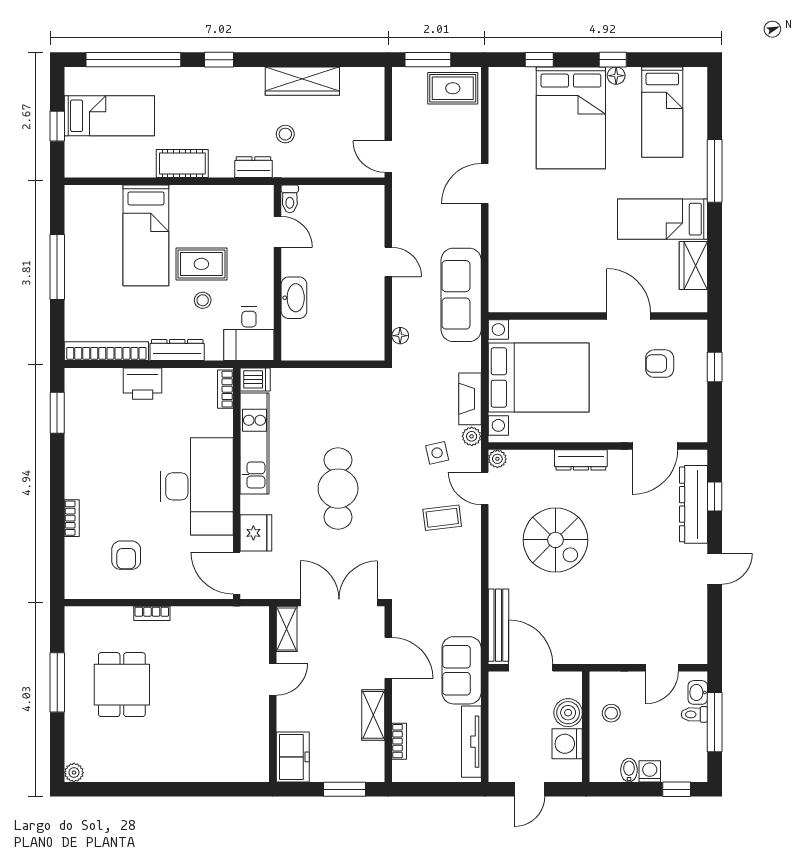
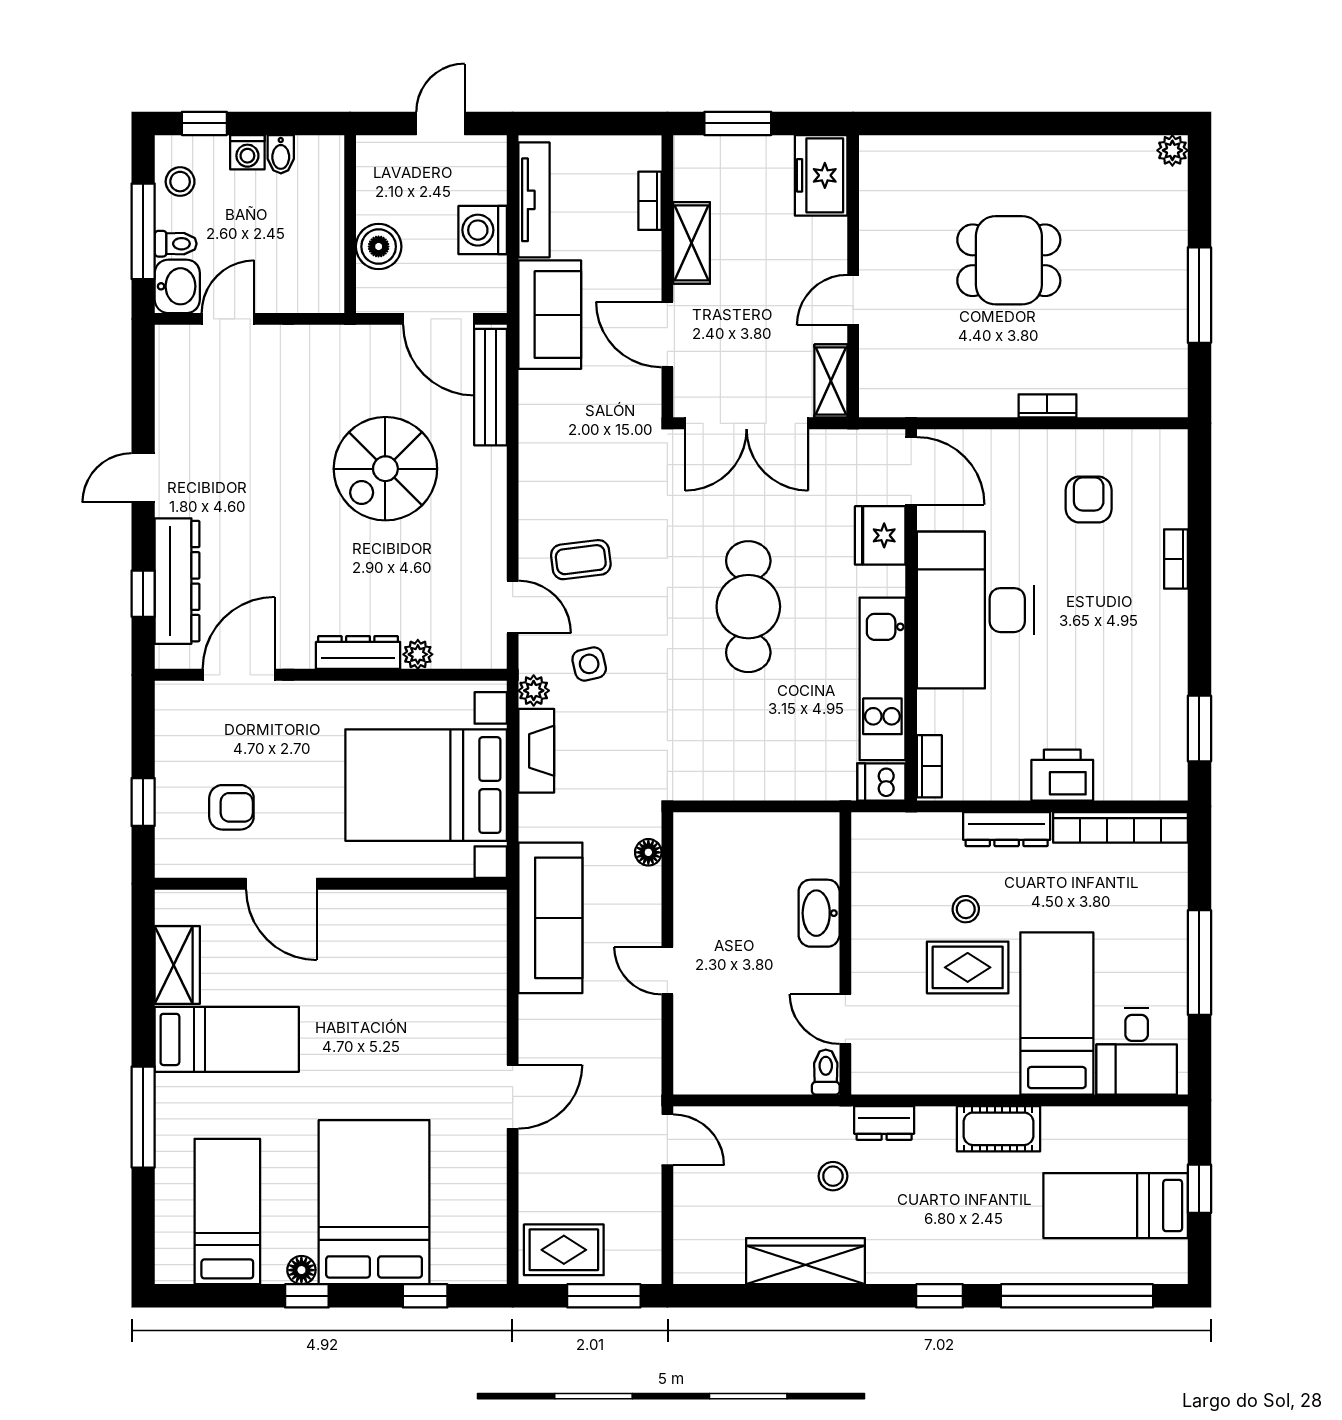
desk: (249, 334) -> (1137, 1051), moved, turned 180
plant: (497, 459) -> (418, 654), moved
spiral stairs: (555, 540) -> (385, 469), moved, turned -90
dining table: (122, 685) -> (1009, 260), moved, turned 90
washbasin: (698, 692) -> (177, 286), width x1.38, depth x1.45
stool: (611, 713) -> (180, 182), moved
washing machine: (567, 744) -> (483, 230), moved, turned 180

